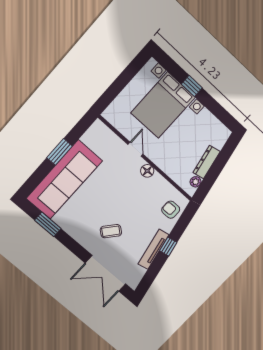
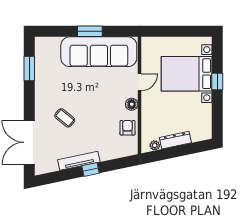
sofa: (64, 180) -> (99, 52), moved
armchair: (171, 210) -> (127, 128), moved

